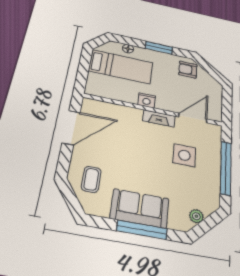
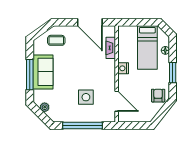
fireplace: (159, 118) -> (111, 48), moved

